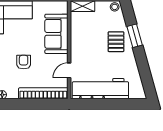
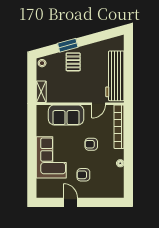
pallet: (116, 42) -> (73, 62), turned 90
door: (69, 70) -> (99, 104), hinge flipped

